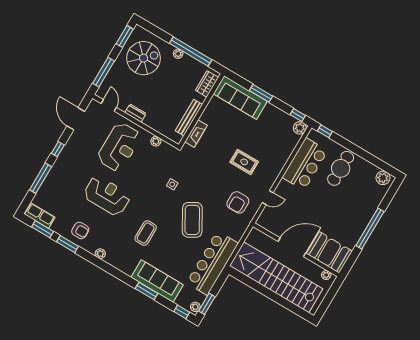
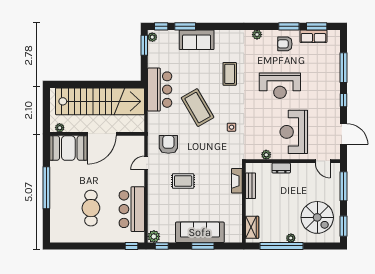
spiral stairs: (144, 58) -> (317, 217), turned -90
sofa: (240, 98) -> (200, 232), moved
dresser: (135, 113) -> (281, 168), moved
bench: (189, 118) -> (251, 186), width x0.73
cafe table: (341, 168) -> (91, 208), moved
plant: (383, 178) -> (60, 236), removed
row of seats: (40, 216) -> (313, 36), moved
bar counter: (212, 263) -> (160, 90), width x0.73
sofa: (157, 281) -> (197, 40), width x0.73
window: (147, 291) -> (185, 26), moved

